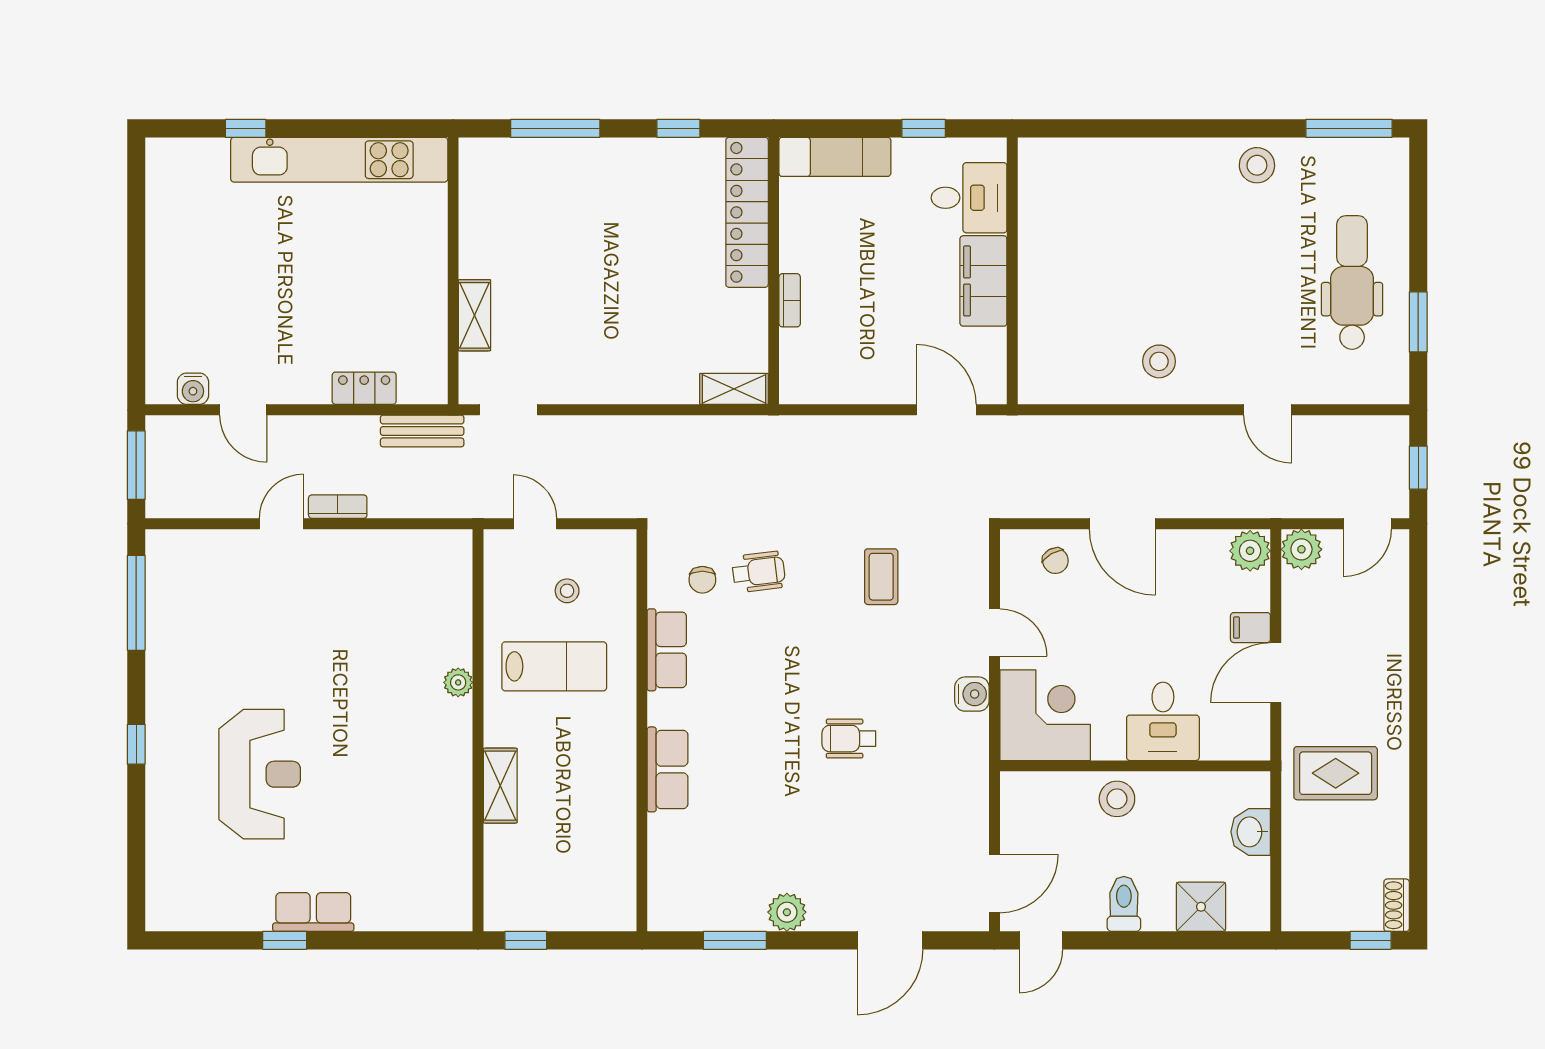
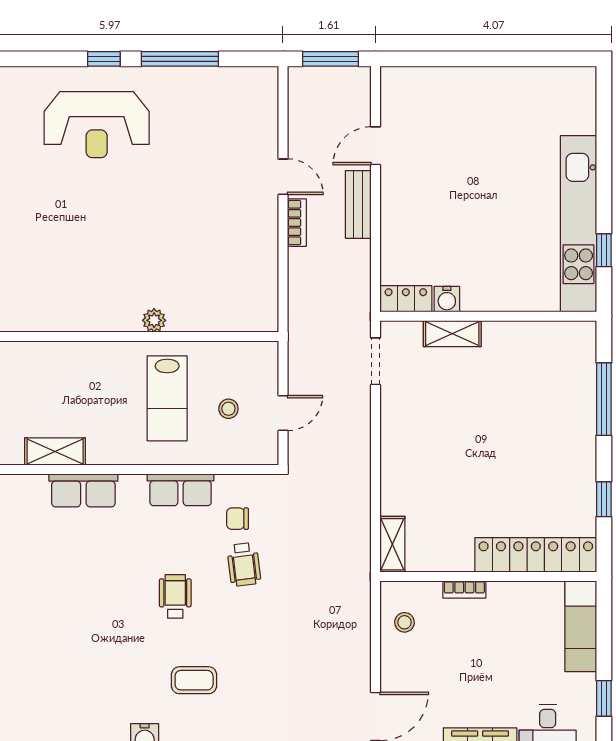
window: (246, 128) -> (604, 250), moved
stool: (830, 374) -> (405, 622), added
locker: (364, 388) -> (406, 299), moved, turned -90
water cooler: (193, 389) -> (447, 299), moved, turned -90
bench: (422, 431) -> (358, 204), moved
door: (535, 524) -> (283, 413), moved
coffee table: (881, 577) -> (194, 680), moved
window: (136, 603) -> (180, 59), moved
wheelchair: (849, 739) -> (175, 596), moved
reception desk: (260, 774) -> (97, 125), moved
shelving: (500, 786) -> (55, 451), moved

